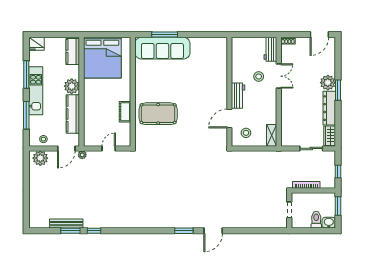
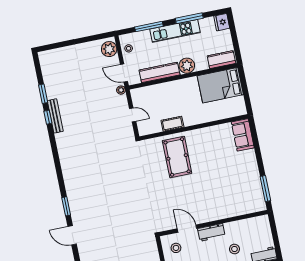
window: (165, 35) -> (265, 189), moved
sofa: (162, 48) -> (243, 135), width x0.54, depth x0.79
bed: (102, 58) -> (220, 85), width x0.73
bench: (66, 224) -> (55, 116), moved

